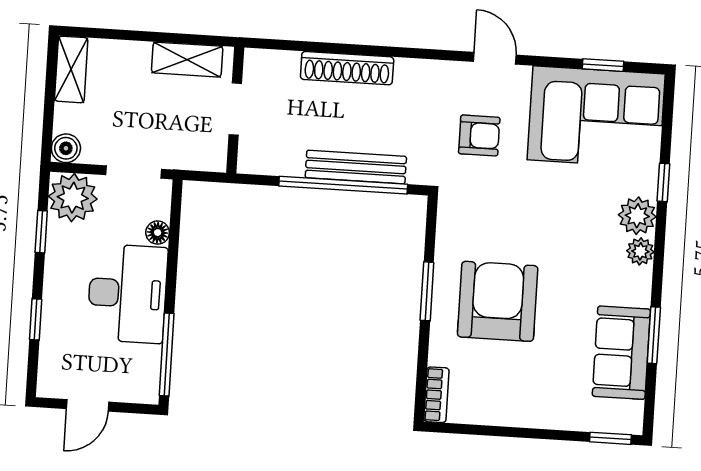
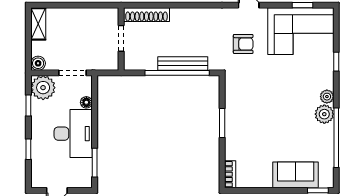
shelving: (187, 60) -> (96, 15), removed
shoe rack: (347, 68) -> (146, 15), moved
plant: (637, 216) -> (324, 114), moved
armchair: (498, 301) -> (258, 126), removed
window: (654, 335) -> (336, 138), width x2.11
sofa: (621, 353) -> (296, 175), moved, turned 90
window: (167, 354) -> (95, 163), width x0.69

